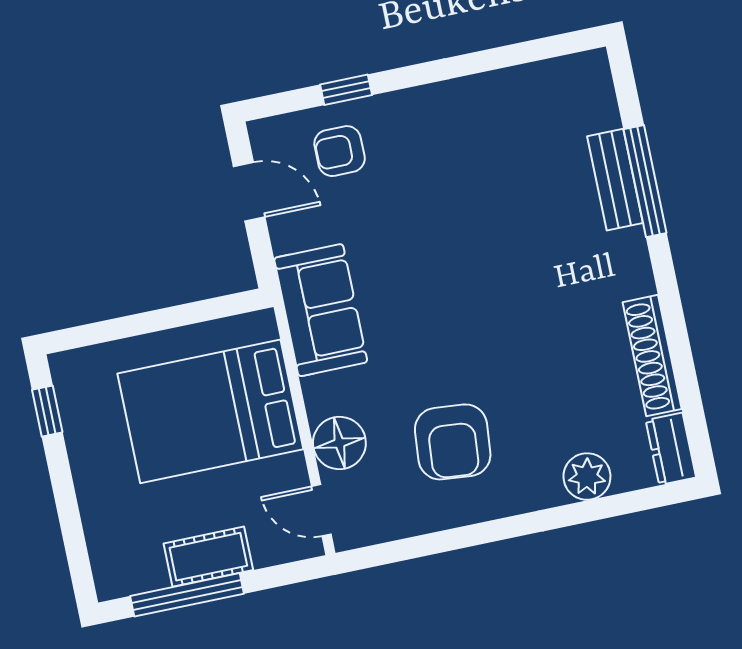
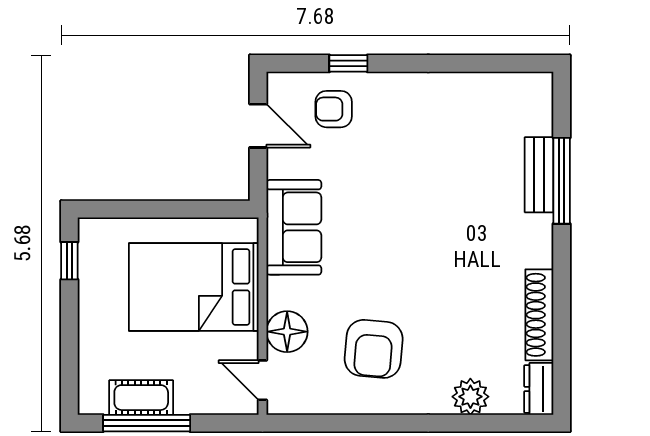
cot: (208, 557) -> (141, 398), moved

